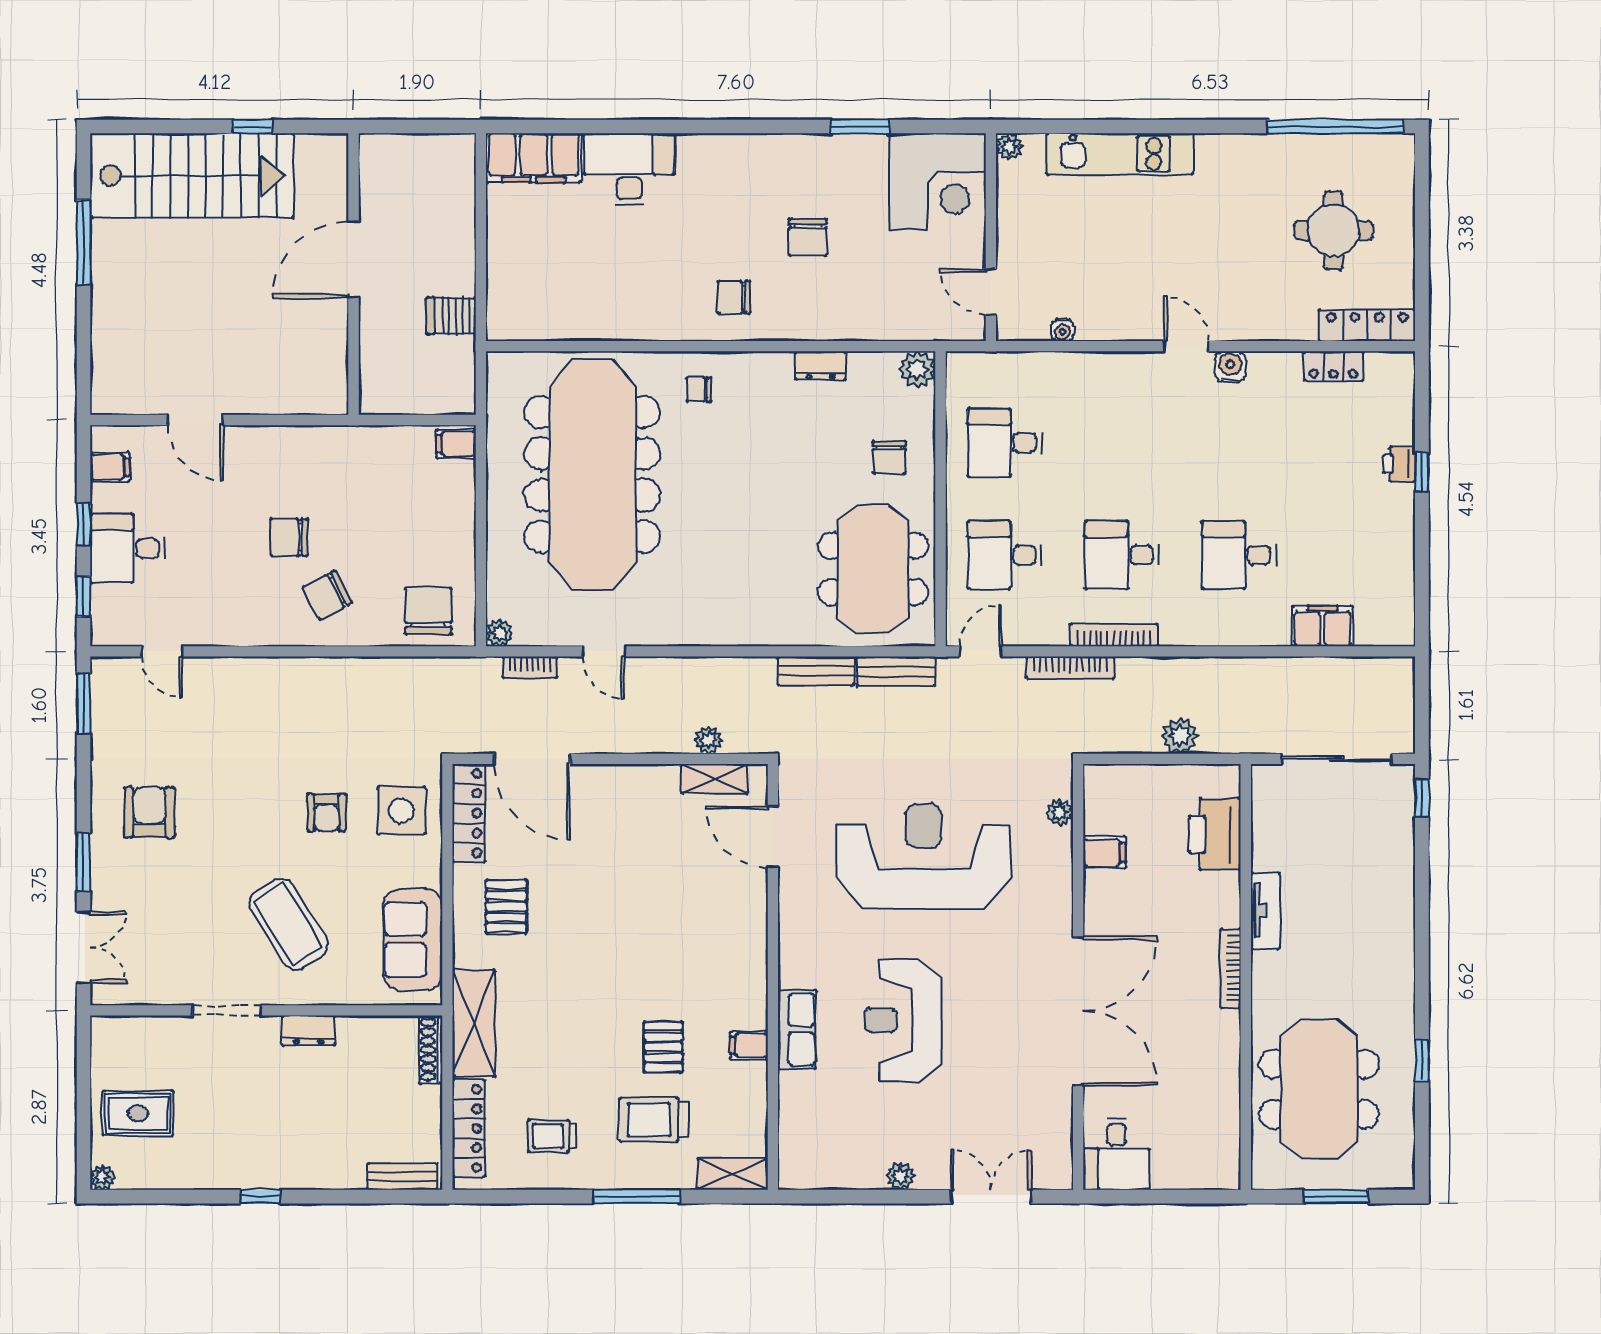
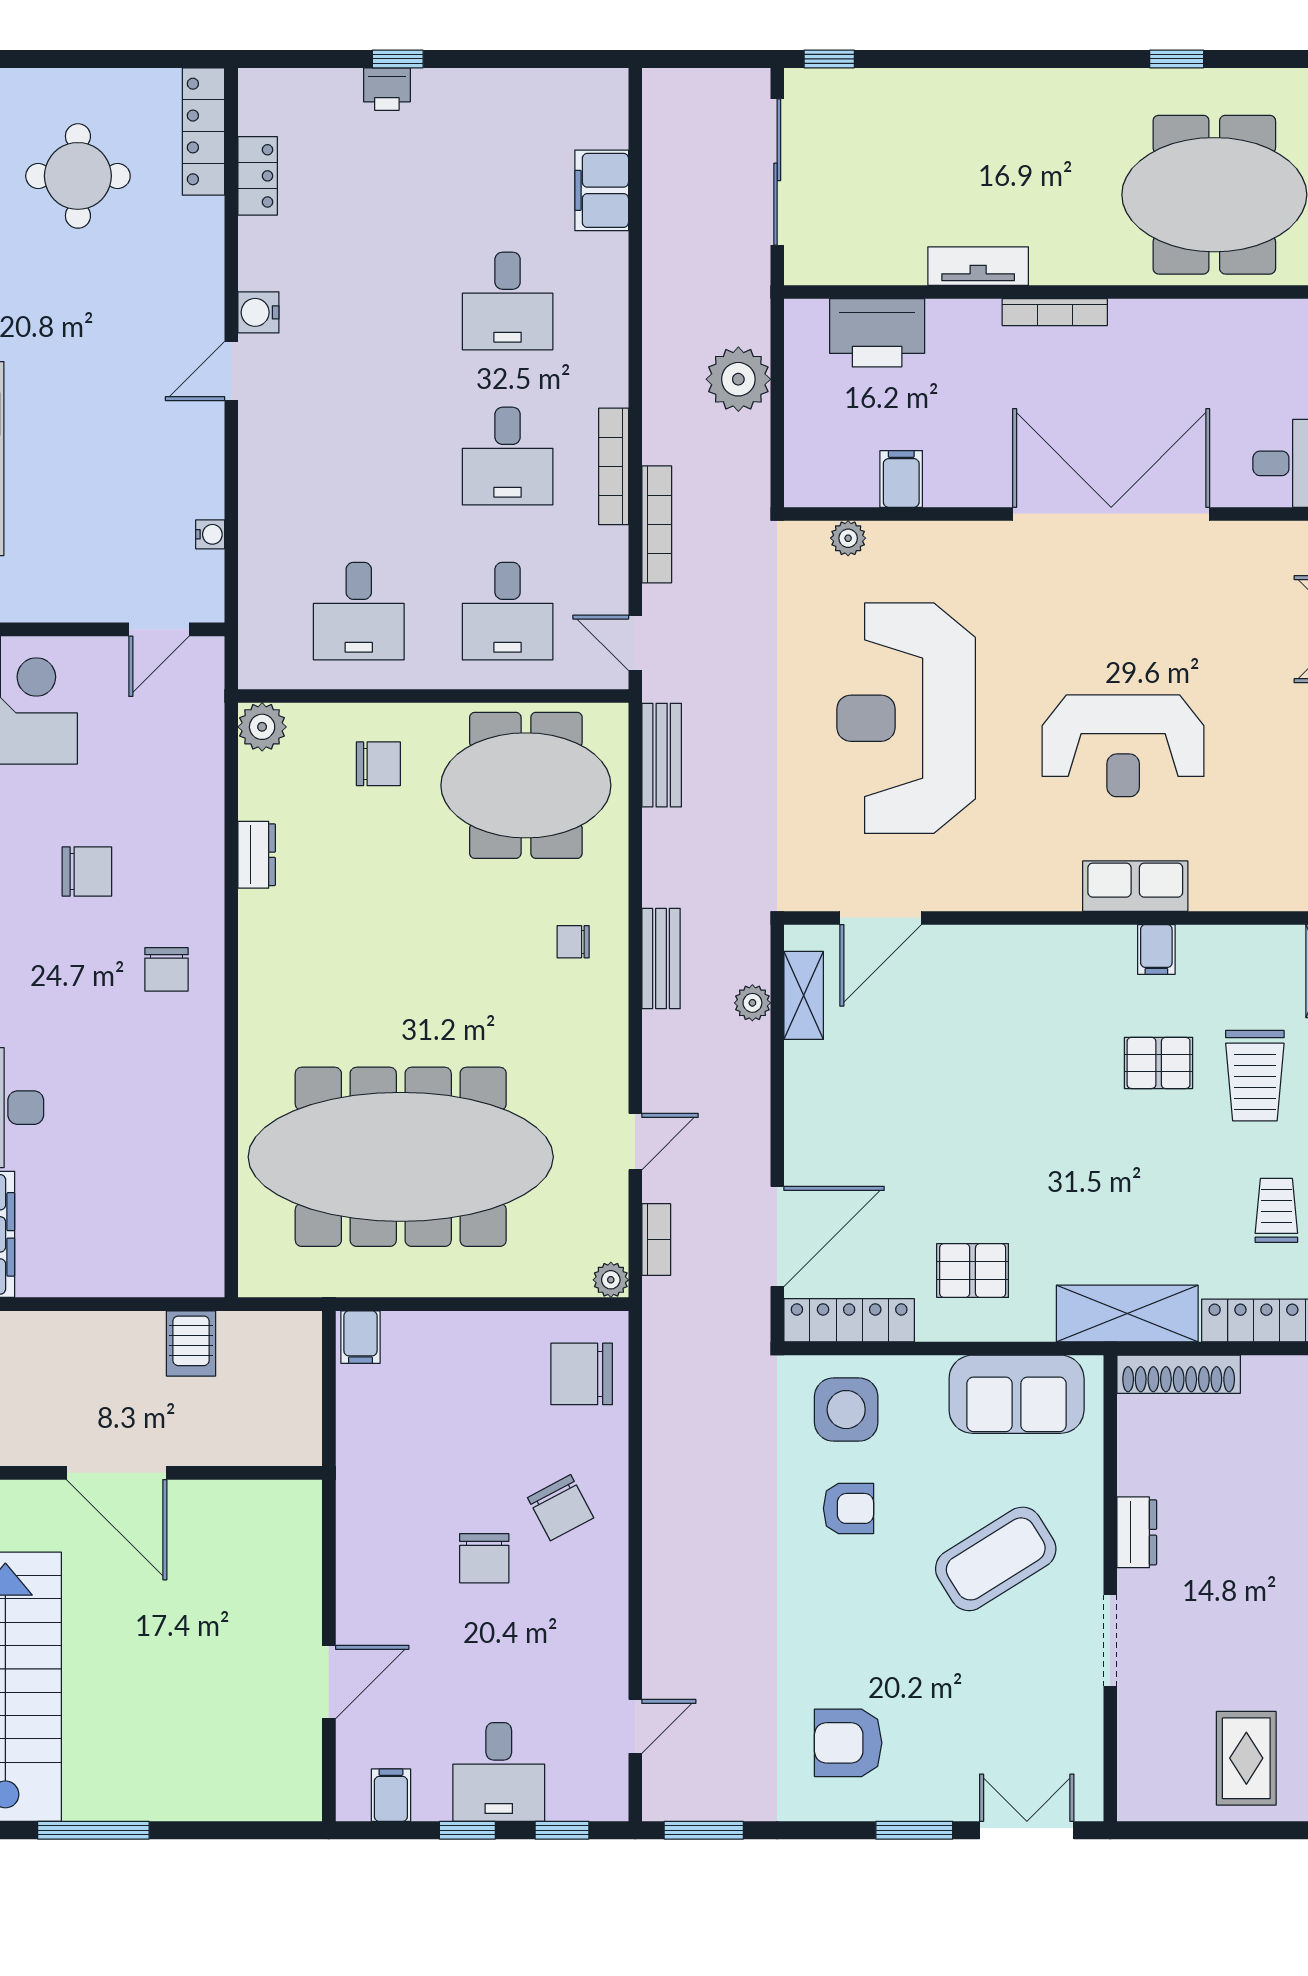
chair: (699, 389) -> (573, 942), moved, turned 89
bench: (816, 671) -> (661, 958), moved
plant: (1180, 736) -> (738, 379), width x1.36, depth x1.36
shoe rack: (431, 1050) -> (1179, 1374), width x1.36, depth x1.24
trolley: (552, 1136) -> (1276, 1210), turned 180

